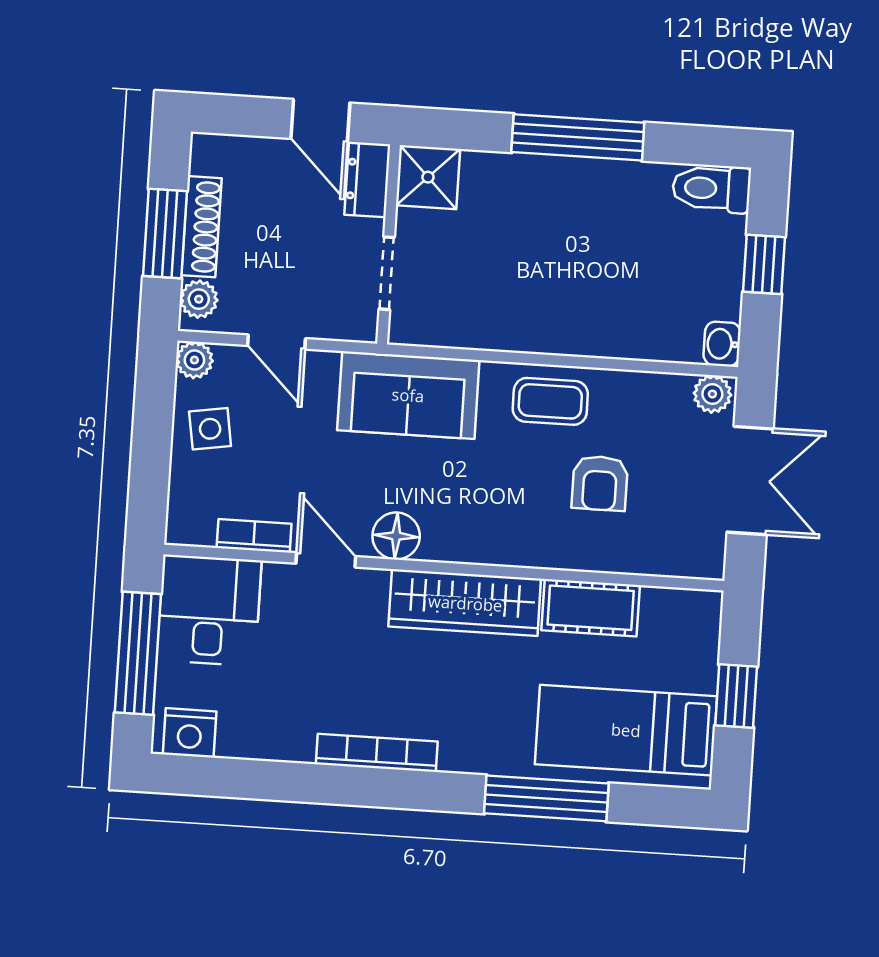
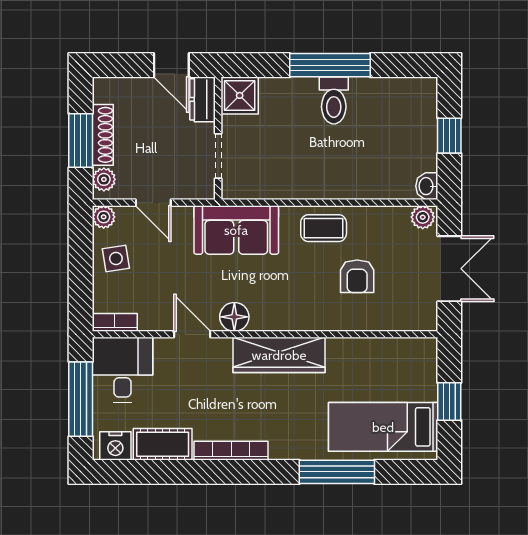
toilet: (711, 188) -> (334, 100), moved, turned -90
bookcase: (254, 536) -> (115, 322), moved
cot: (591, 608) -> (163, 444), moved

